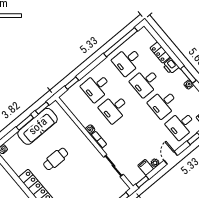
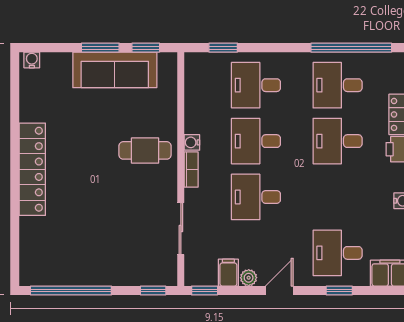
desk: (163, 104) -> (256, 197), moved
cafe table: (56, 159) -> (145, 150), moved

